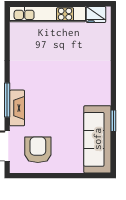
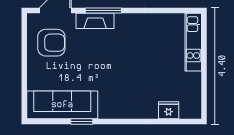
kitchen unit: (48, 14) -> (193, 42), width x0.73
fridge: (96, 14) -> (169, 110), moved, turned 90

